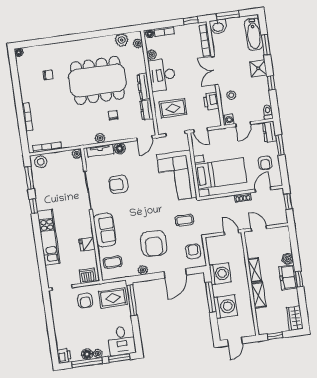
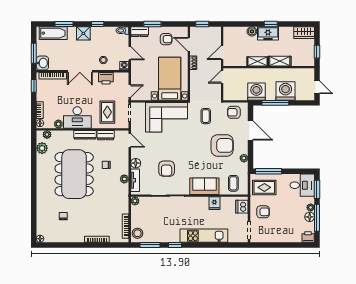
rug: (113, 298) -> (264, 187), turned 90

